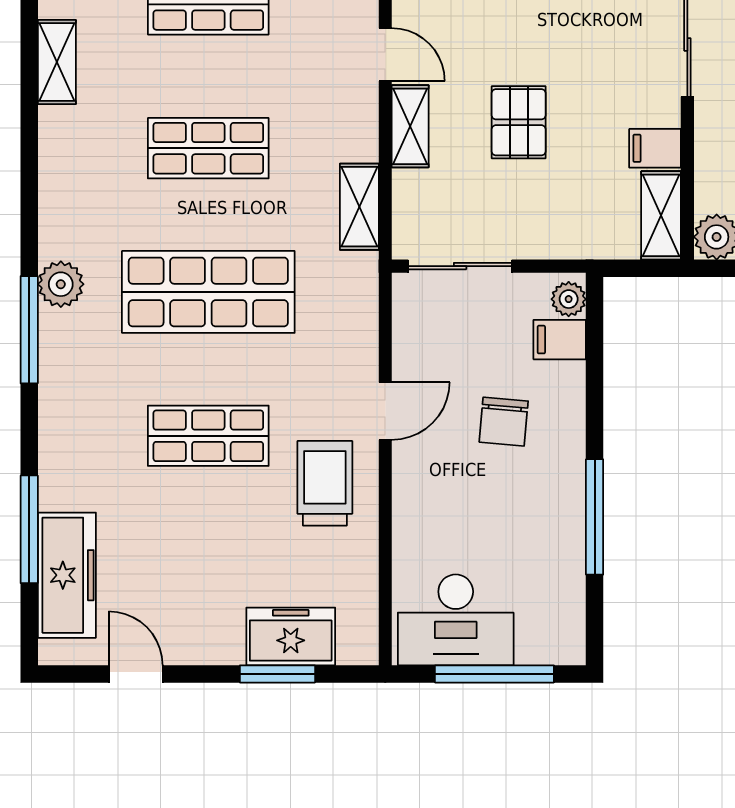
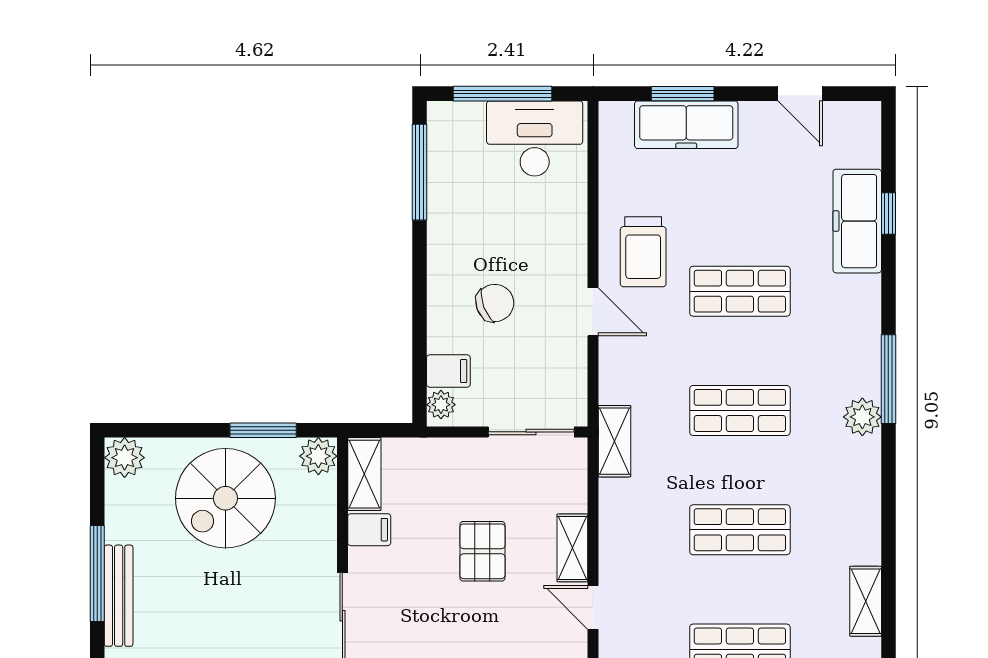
shelving: (359, 207) -> (615, 441), moved
shop shelf: (208, 292) -> (740, 410), width x0.70, depth x0.74
door: (385, 411) -> (593, 312), swing flipped
chair: (504, 422) -> (495, 303), turned 64
window: (595, 517) -> (419, 172), moved
window: (29, 529) -> (888, 214), width x0.46
freezer: (67, 575) -> (857, 221), moved
freezer: (291, 636) -> (686, 125), width x1.40

